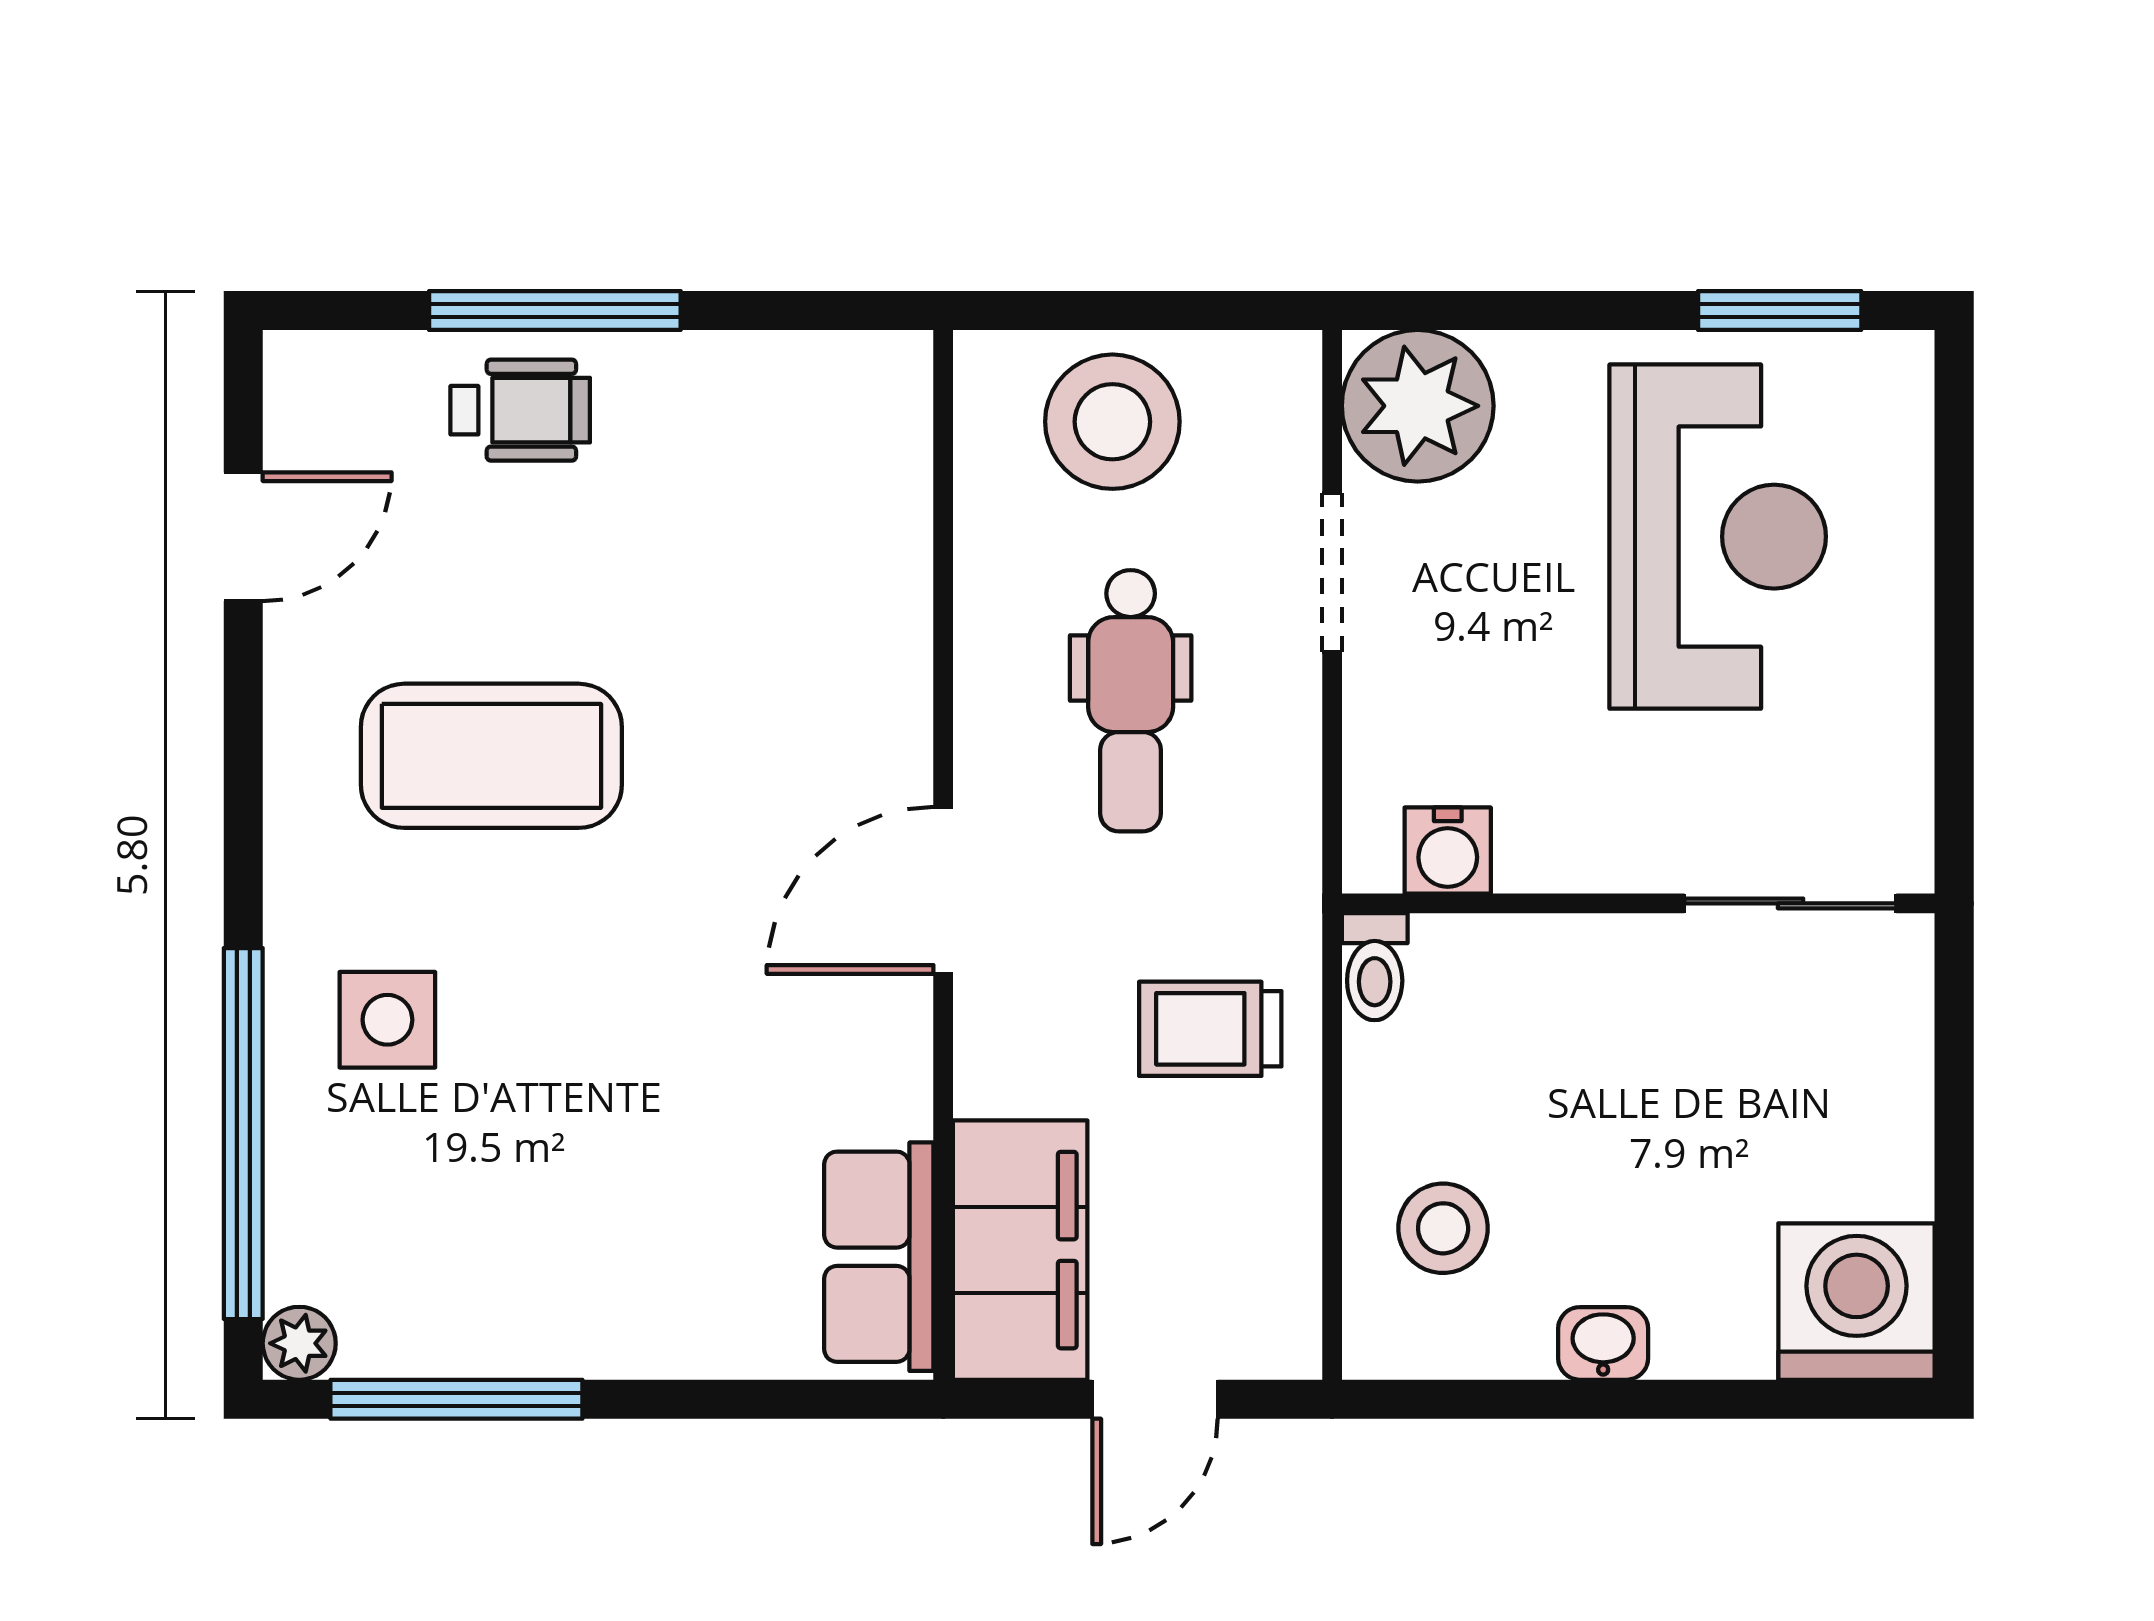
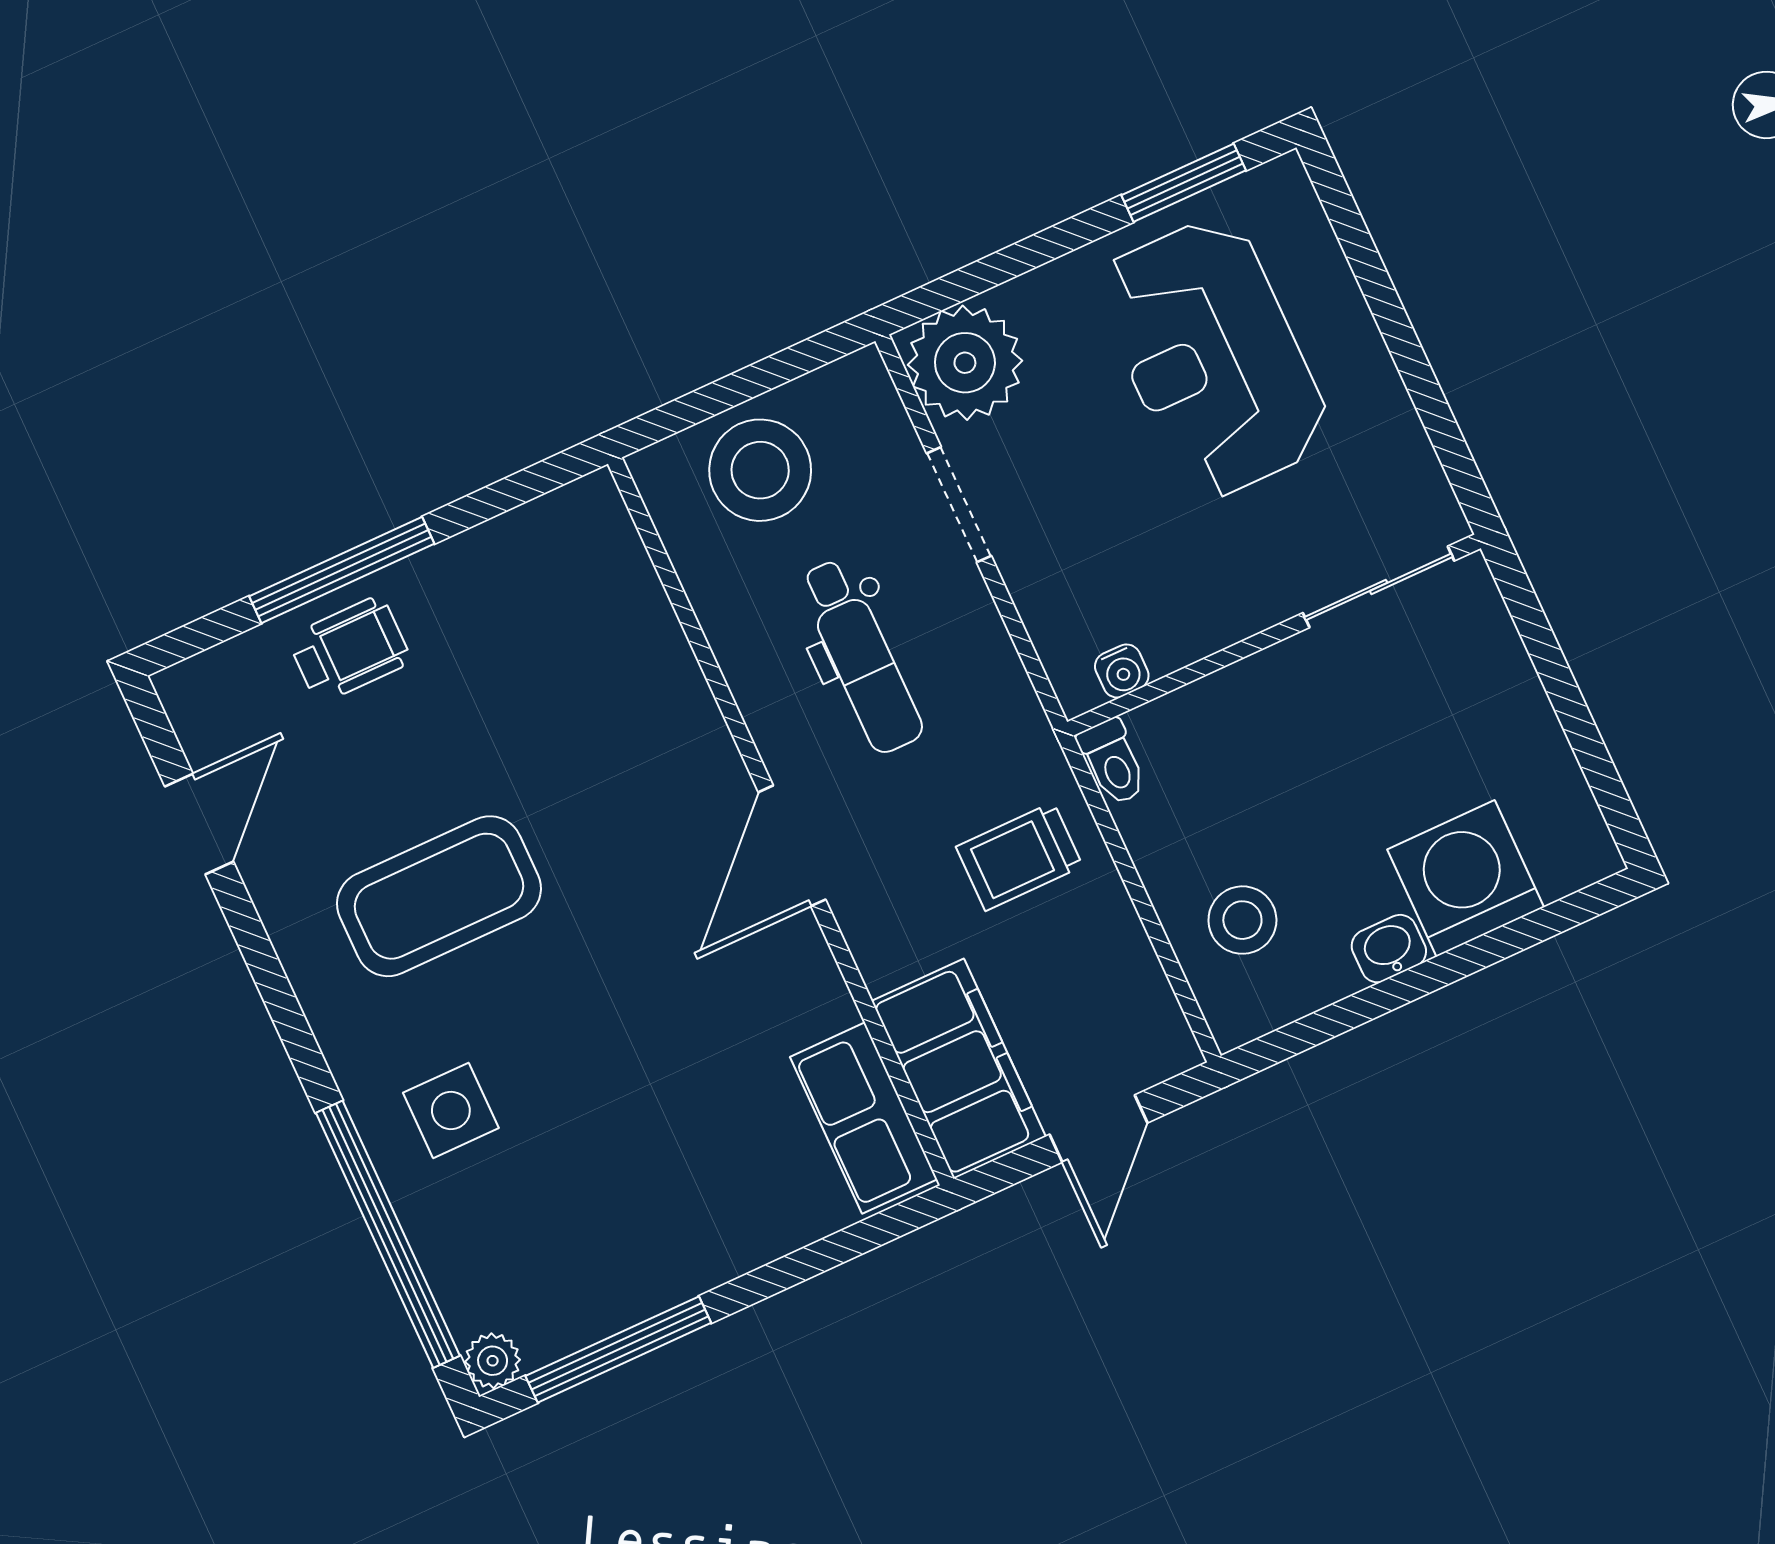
reception desk: (1718, 537) -> (1213, 358), turned 180
water cooler: (1448, 851) -> (1122, 671), width x0.72, depth x0.72
washing machine: (1857, 1302) -> (1466, 878), moved

